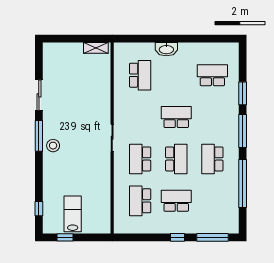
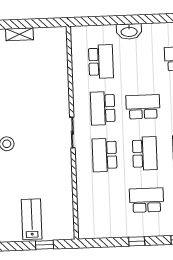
shelving: (96, 48) -> (20, 34), moved
school desk: (140, 201) -> (103, 108), moved
window: (65, 237) -> (45, 245), moved
window: (177, 237) -> (137, 241), moved

